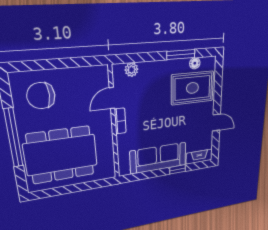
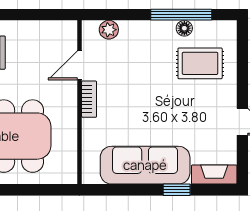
window: (181, 54) -> (181, 15), width x1.44
floor lamp: (195, 63) -> (184, 28), moved
rug: (192, 88) -> (200, 63), width x0.73, depth x0.70

